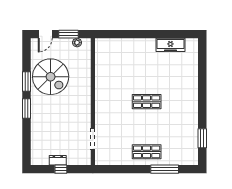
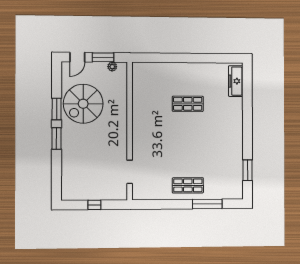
freezer: (170, 45) -> (236, 81), moved, turned 90
spiral stairs: (51, 77) -> (83, 104), turned 90
shop shelf: (147, 102) -> (188, 104), moved
dresser: (58, 160) -> (91, 195), removed

